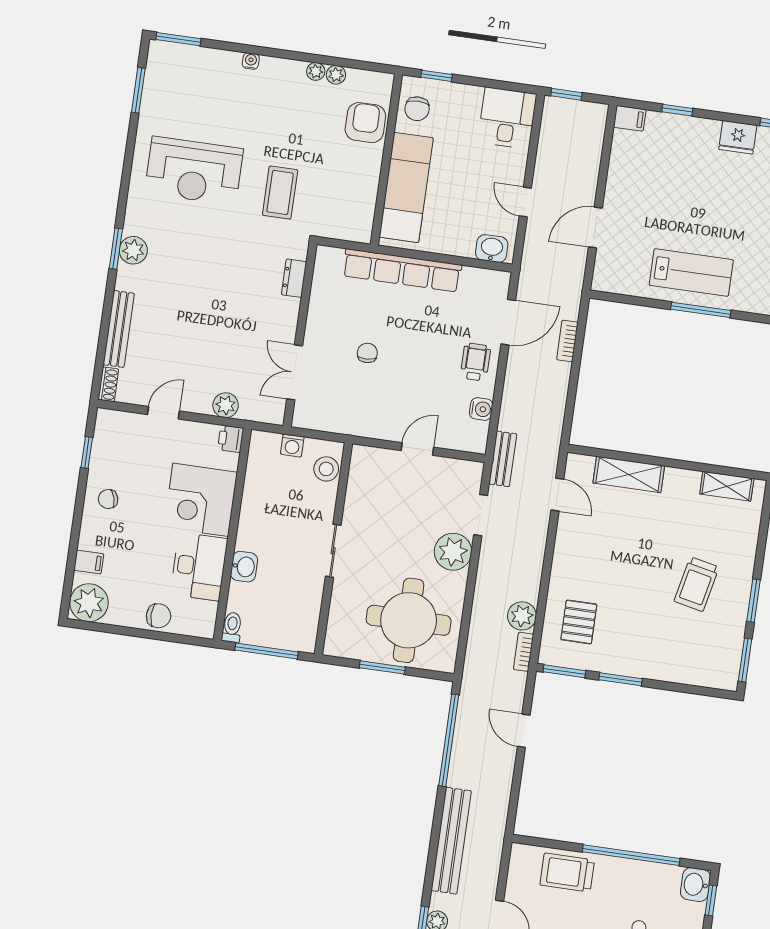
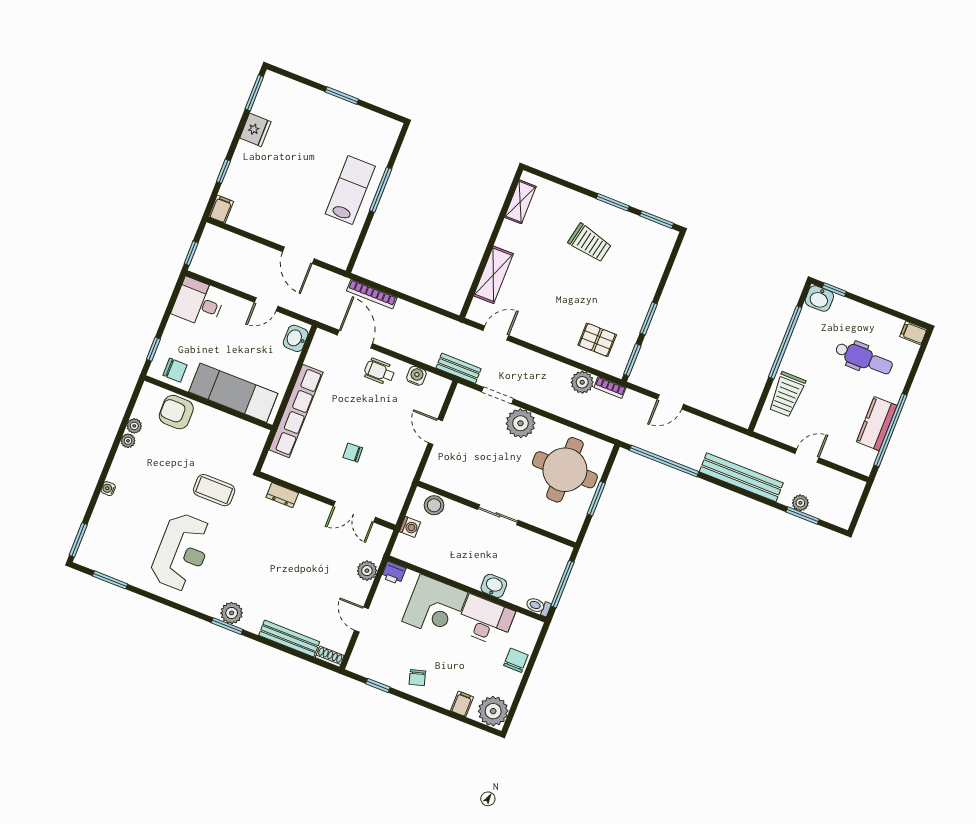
bookcase: (567, 341) -> (372, 294), width x1.56

